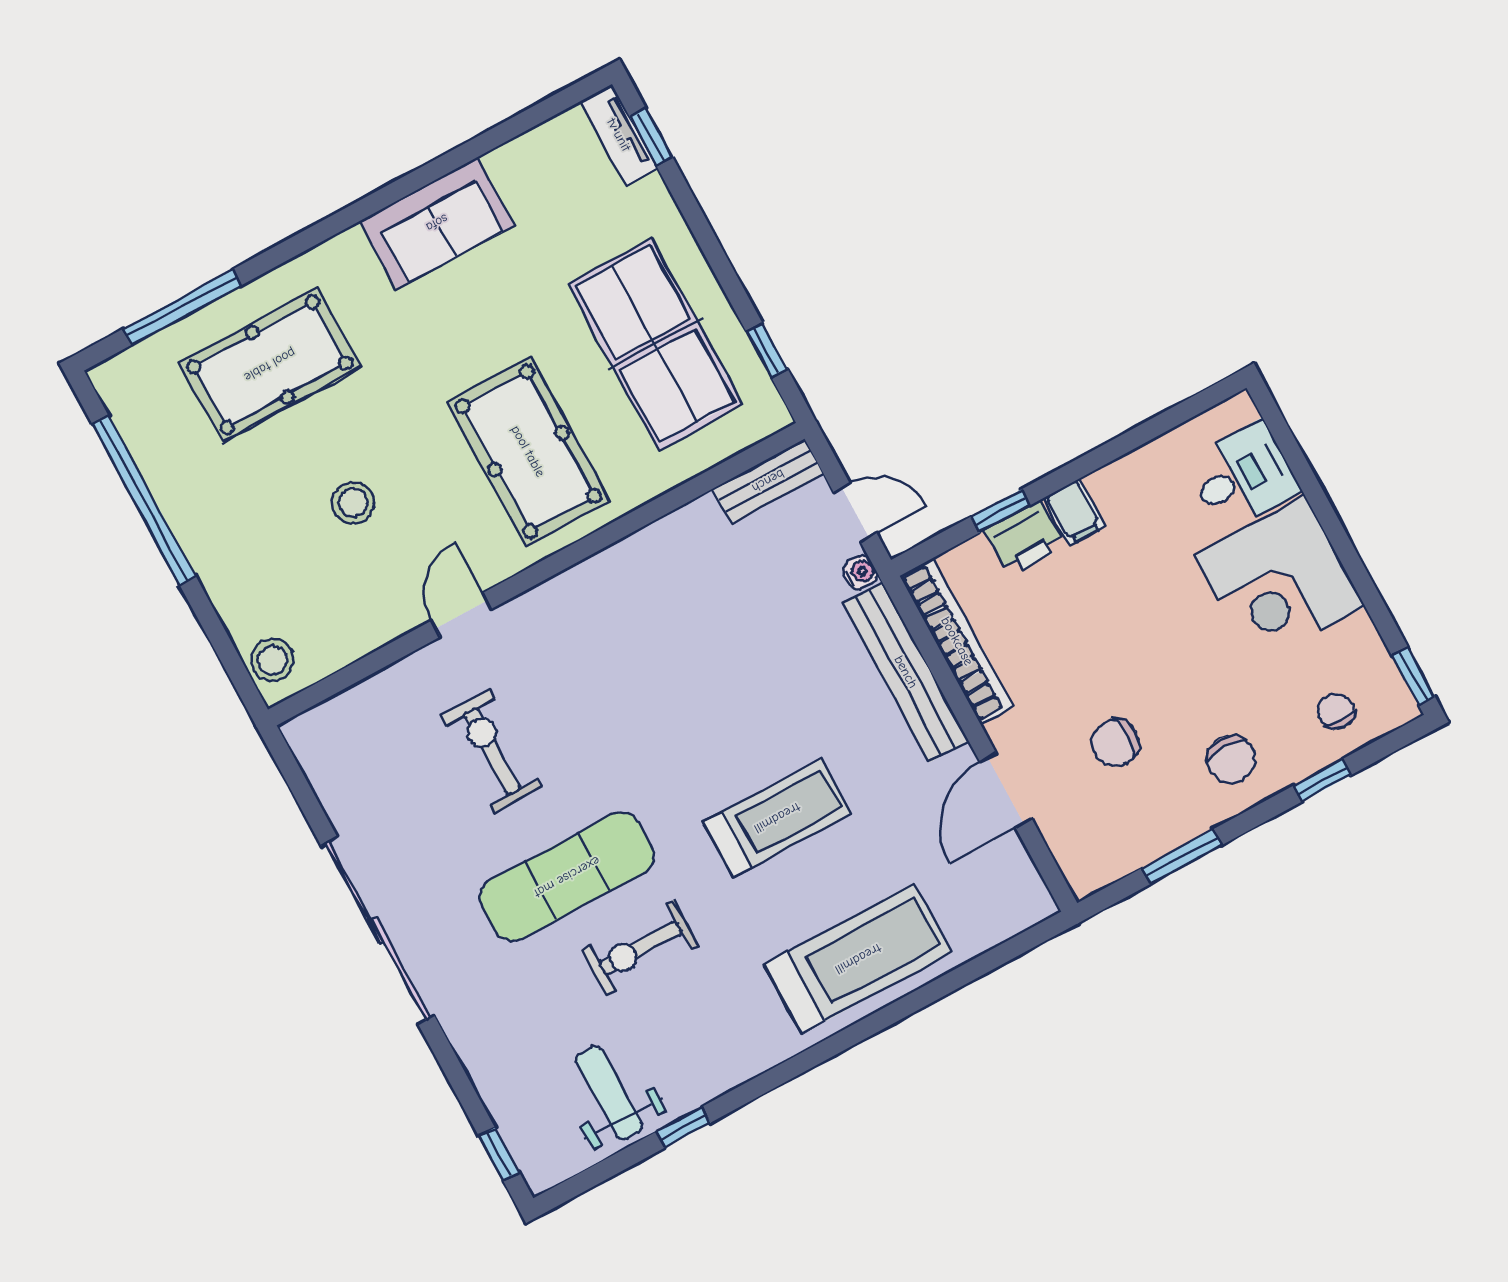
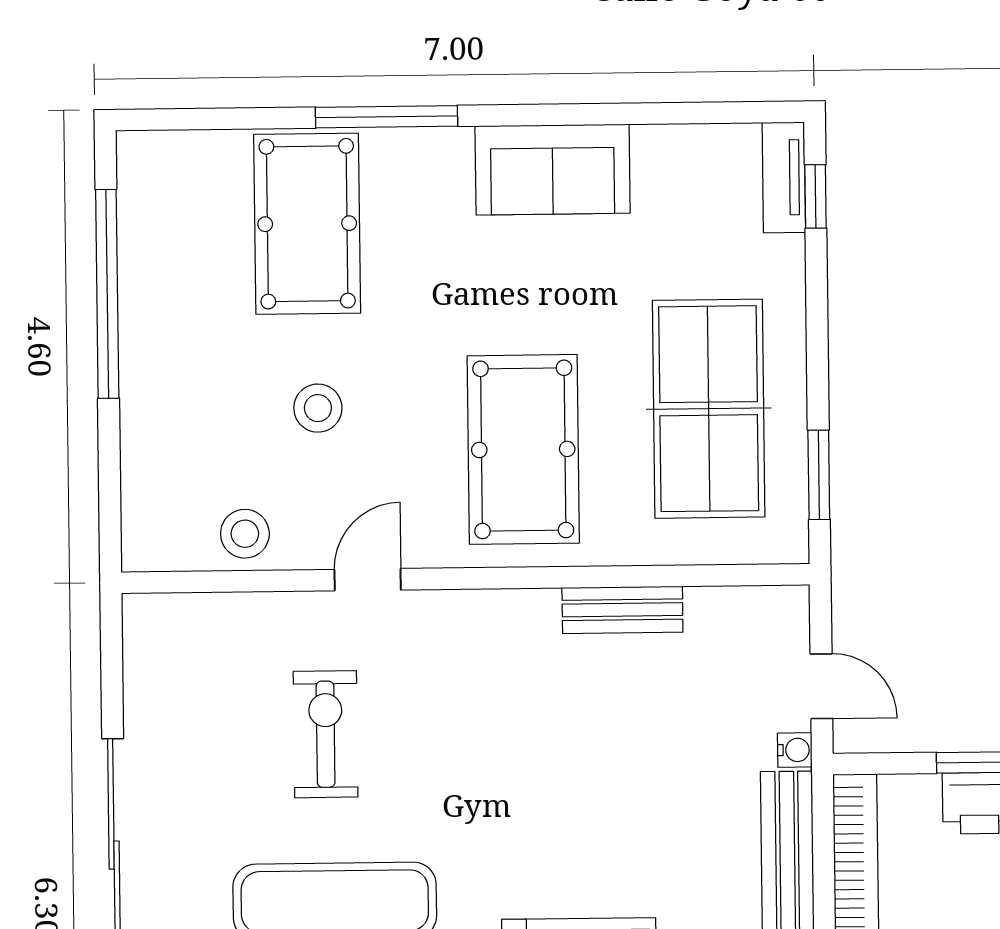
window: (182, 307) -> (386, 117), moved
window: (767, 350) -> (819, 475), width x1.50
pool table: (270, 365) -> (307, 224), turned 90
bench: (768, 481) -> (622, 610), moved
stool: (273, 660) -> (245, 534), moved

